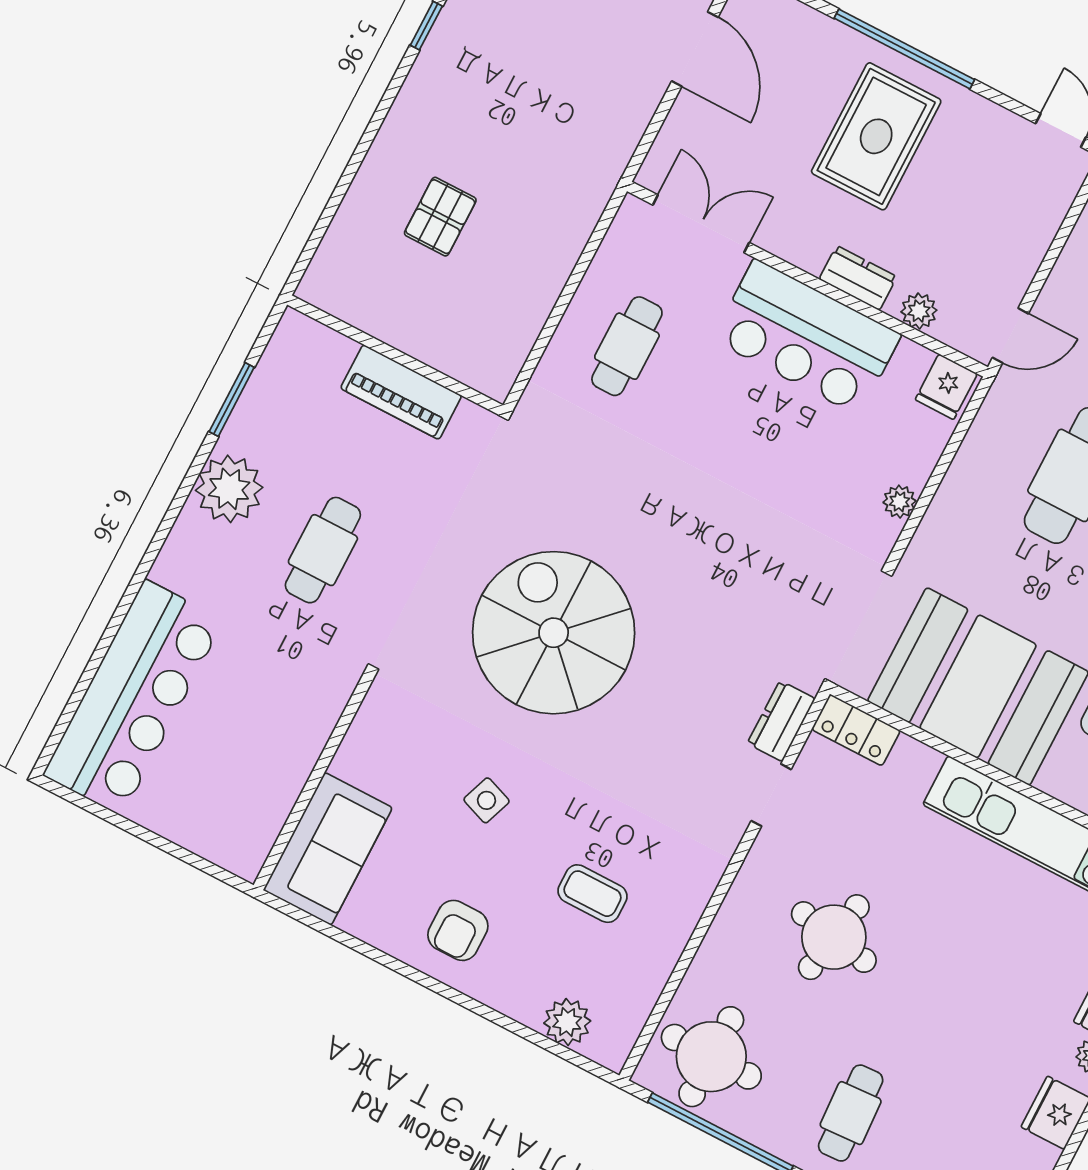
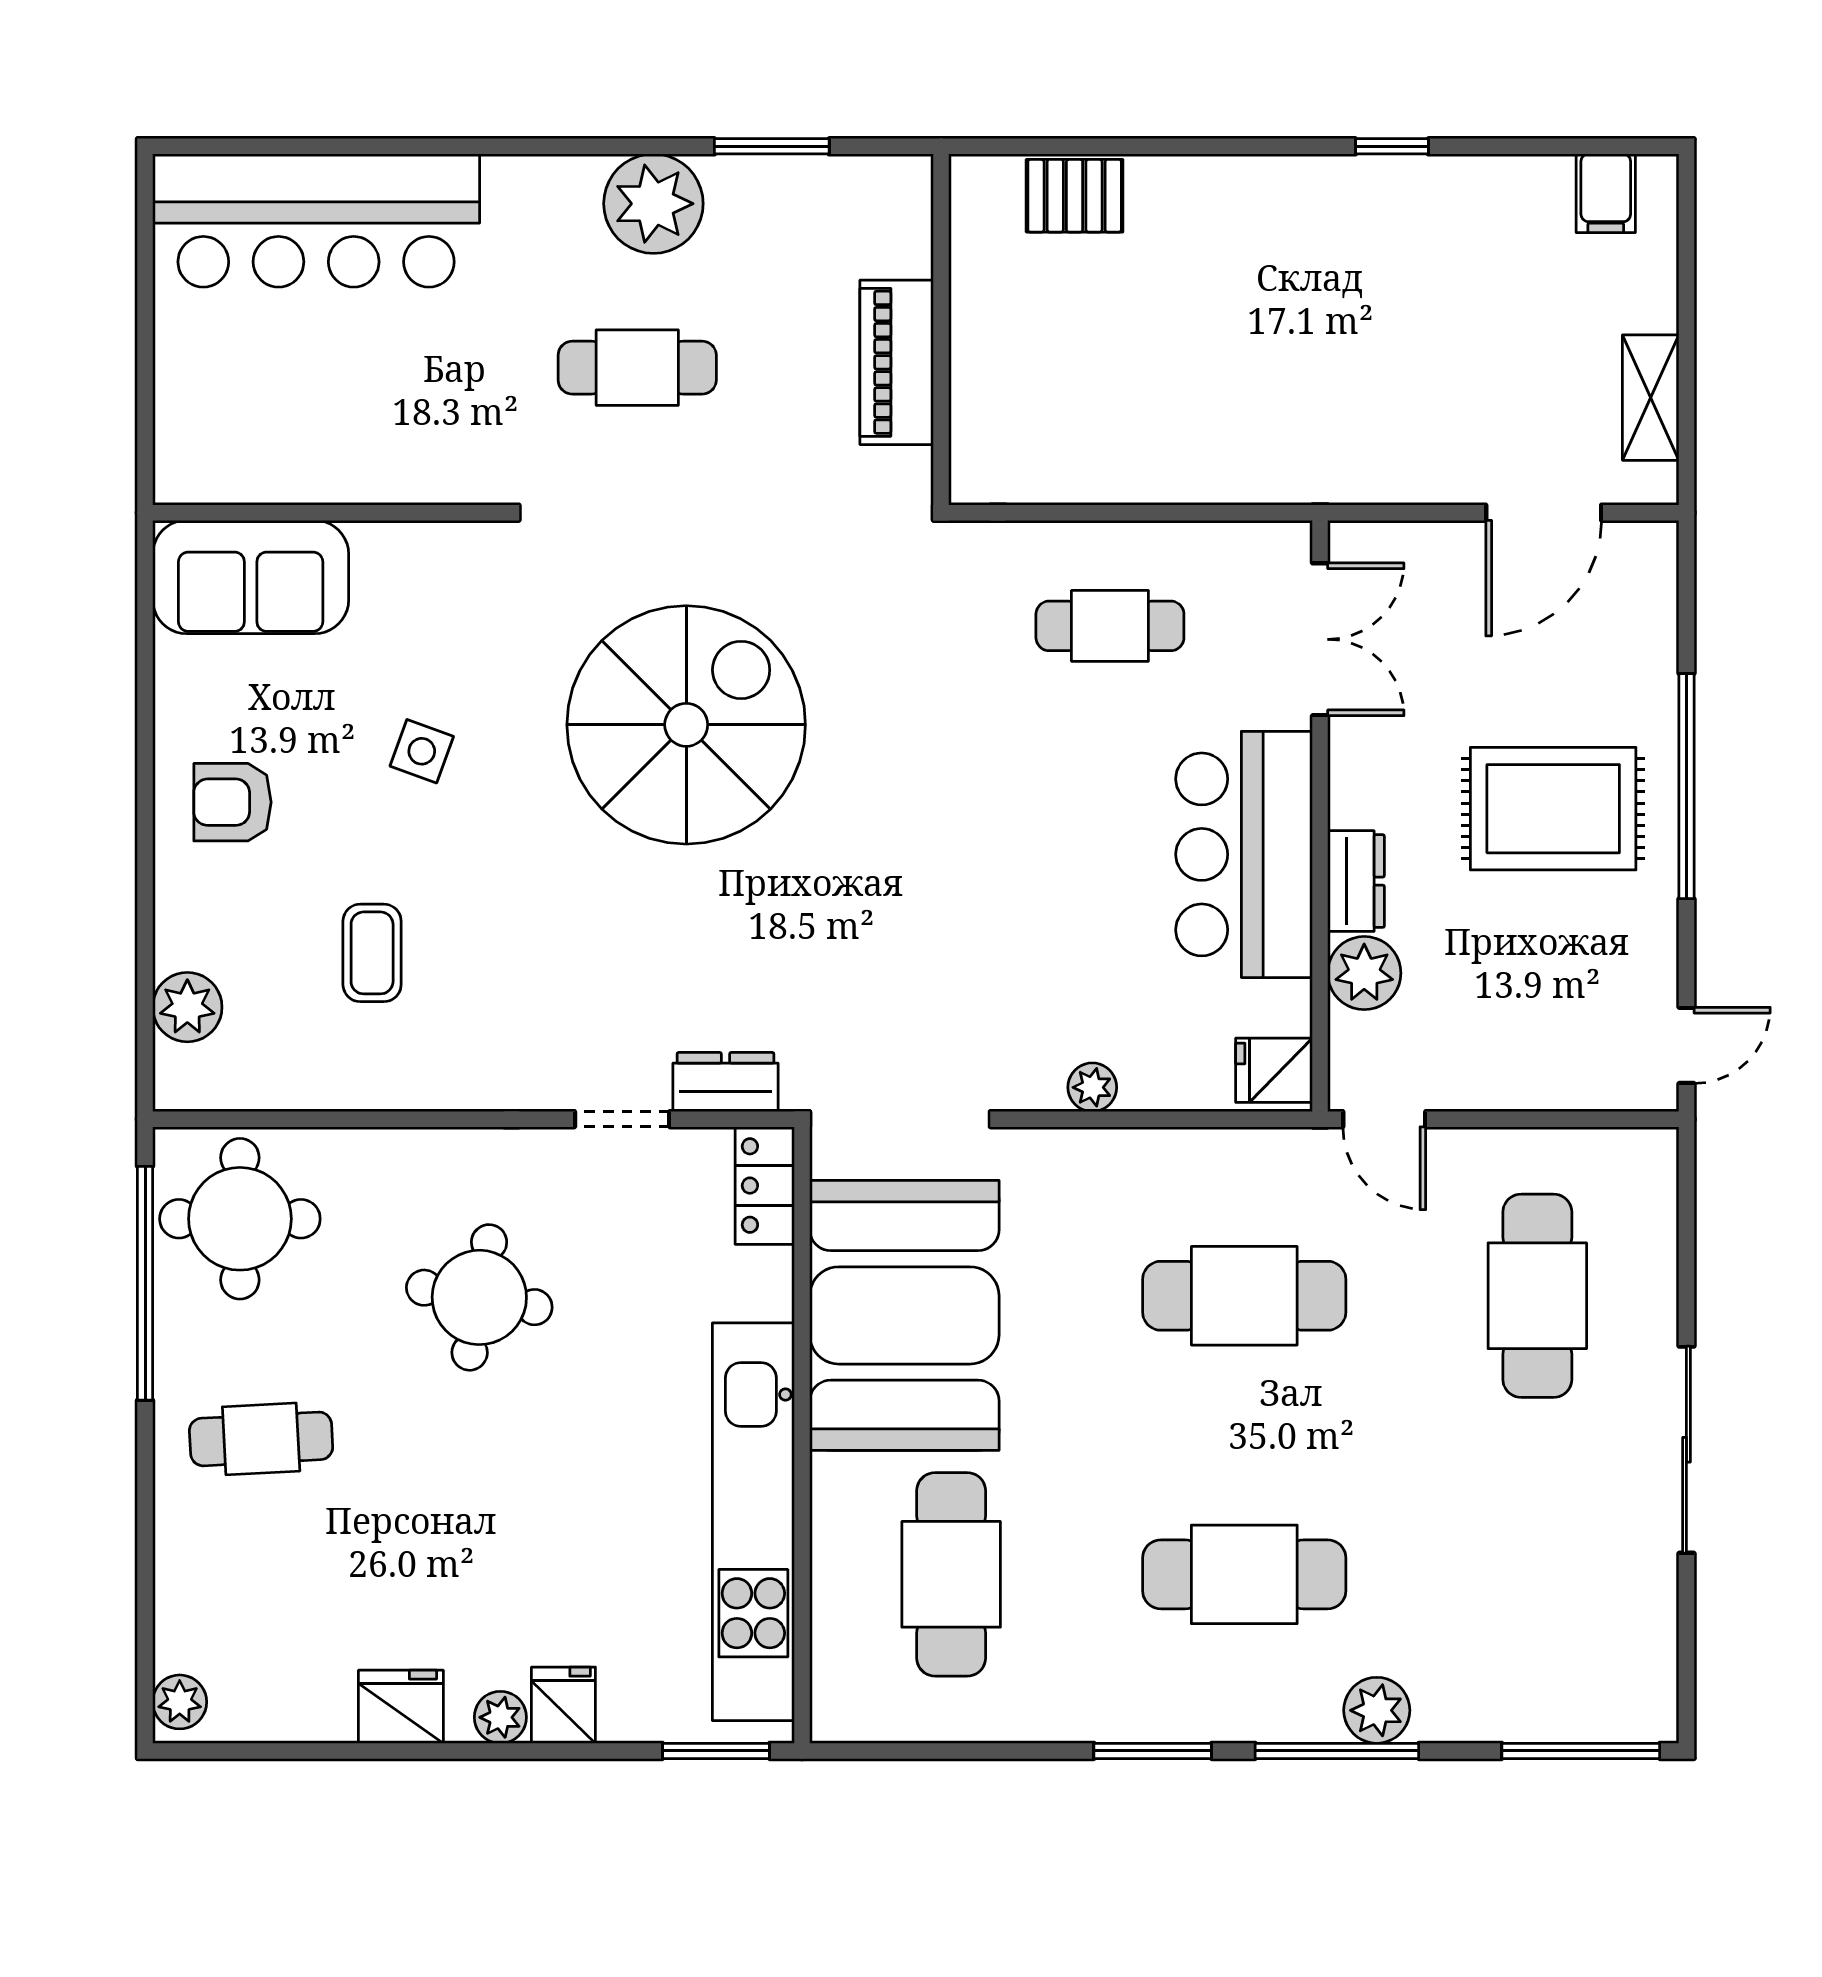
pallet: (440, 217) -> (1075, 196), moved
plant: (919, 311) -> (1364, 973), width x1.38, depth x1.38

